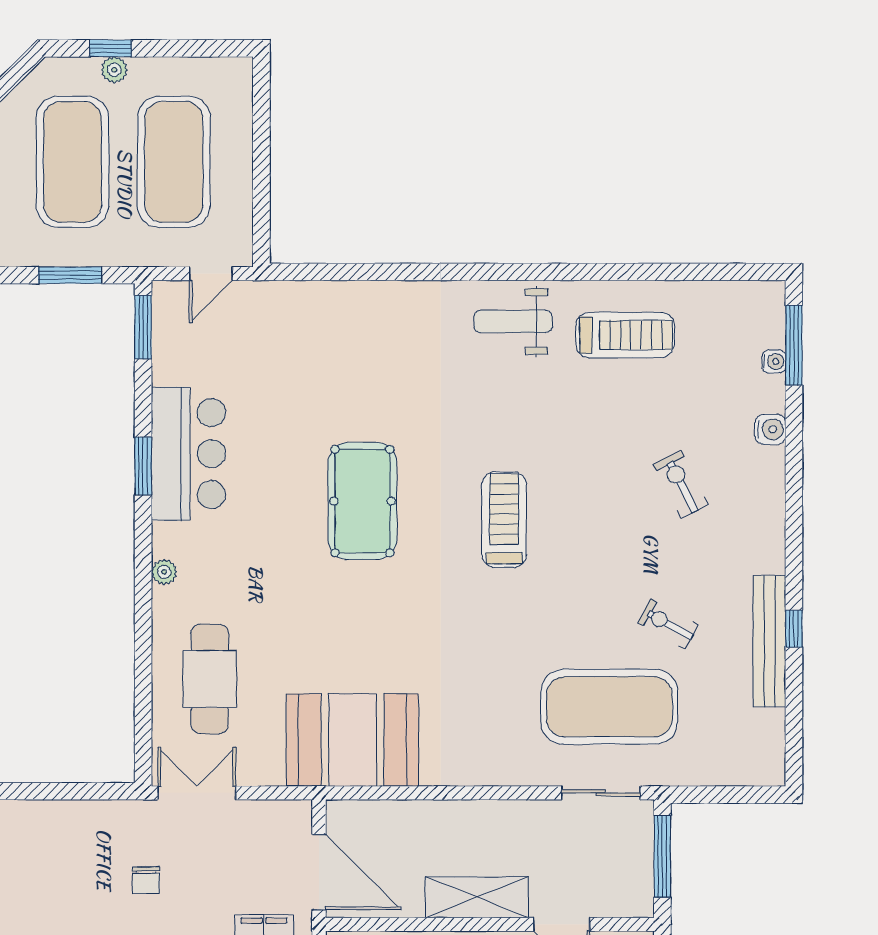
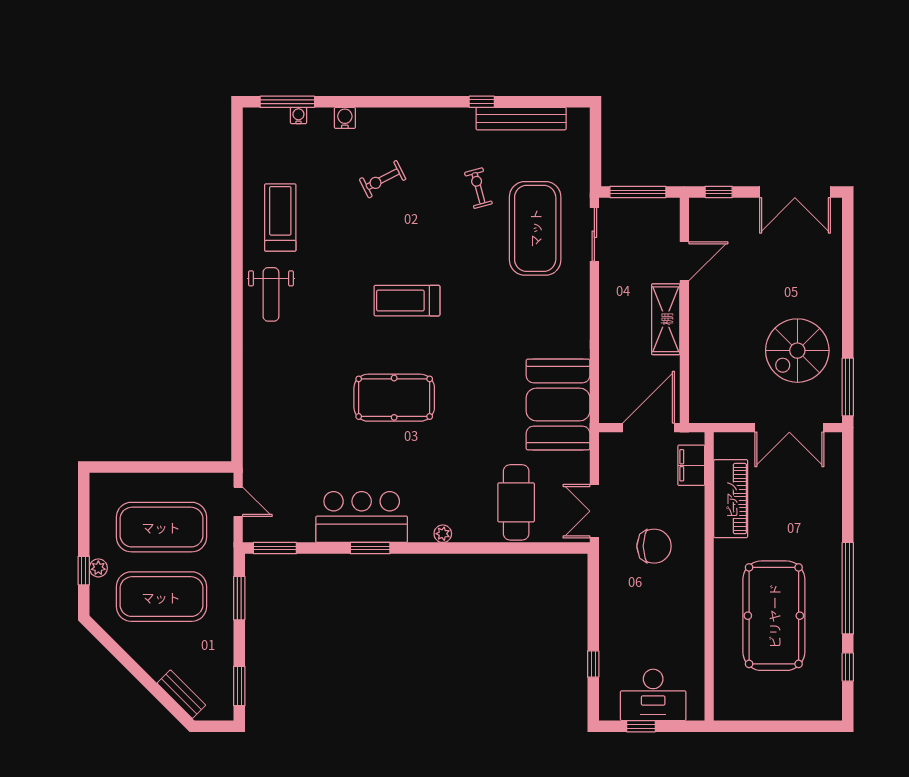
exercise bike: (668, 624) -> (478, 188), turned 136
bench: (769, 641) -> (521, 119), moved
cafe table: (210, 679) -> (516, 502), turned 90
chair: (146, 880) -> (654, 546), width x1.87, depth x1.87

